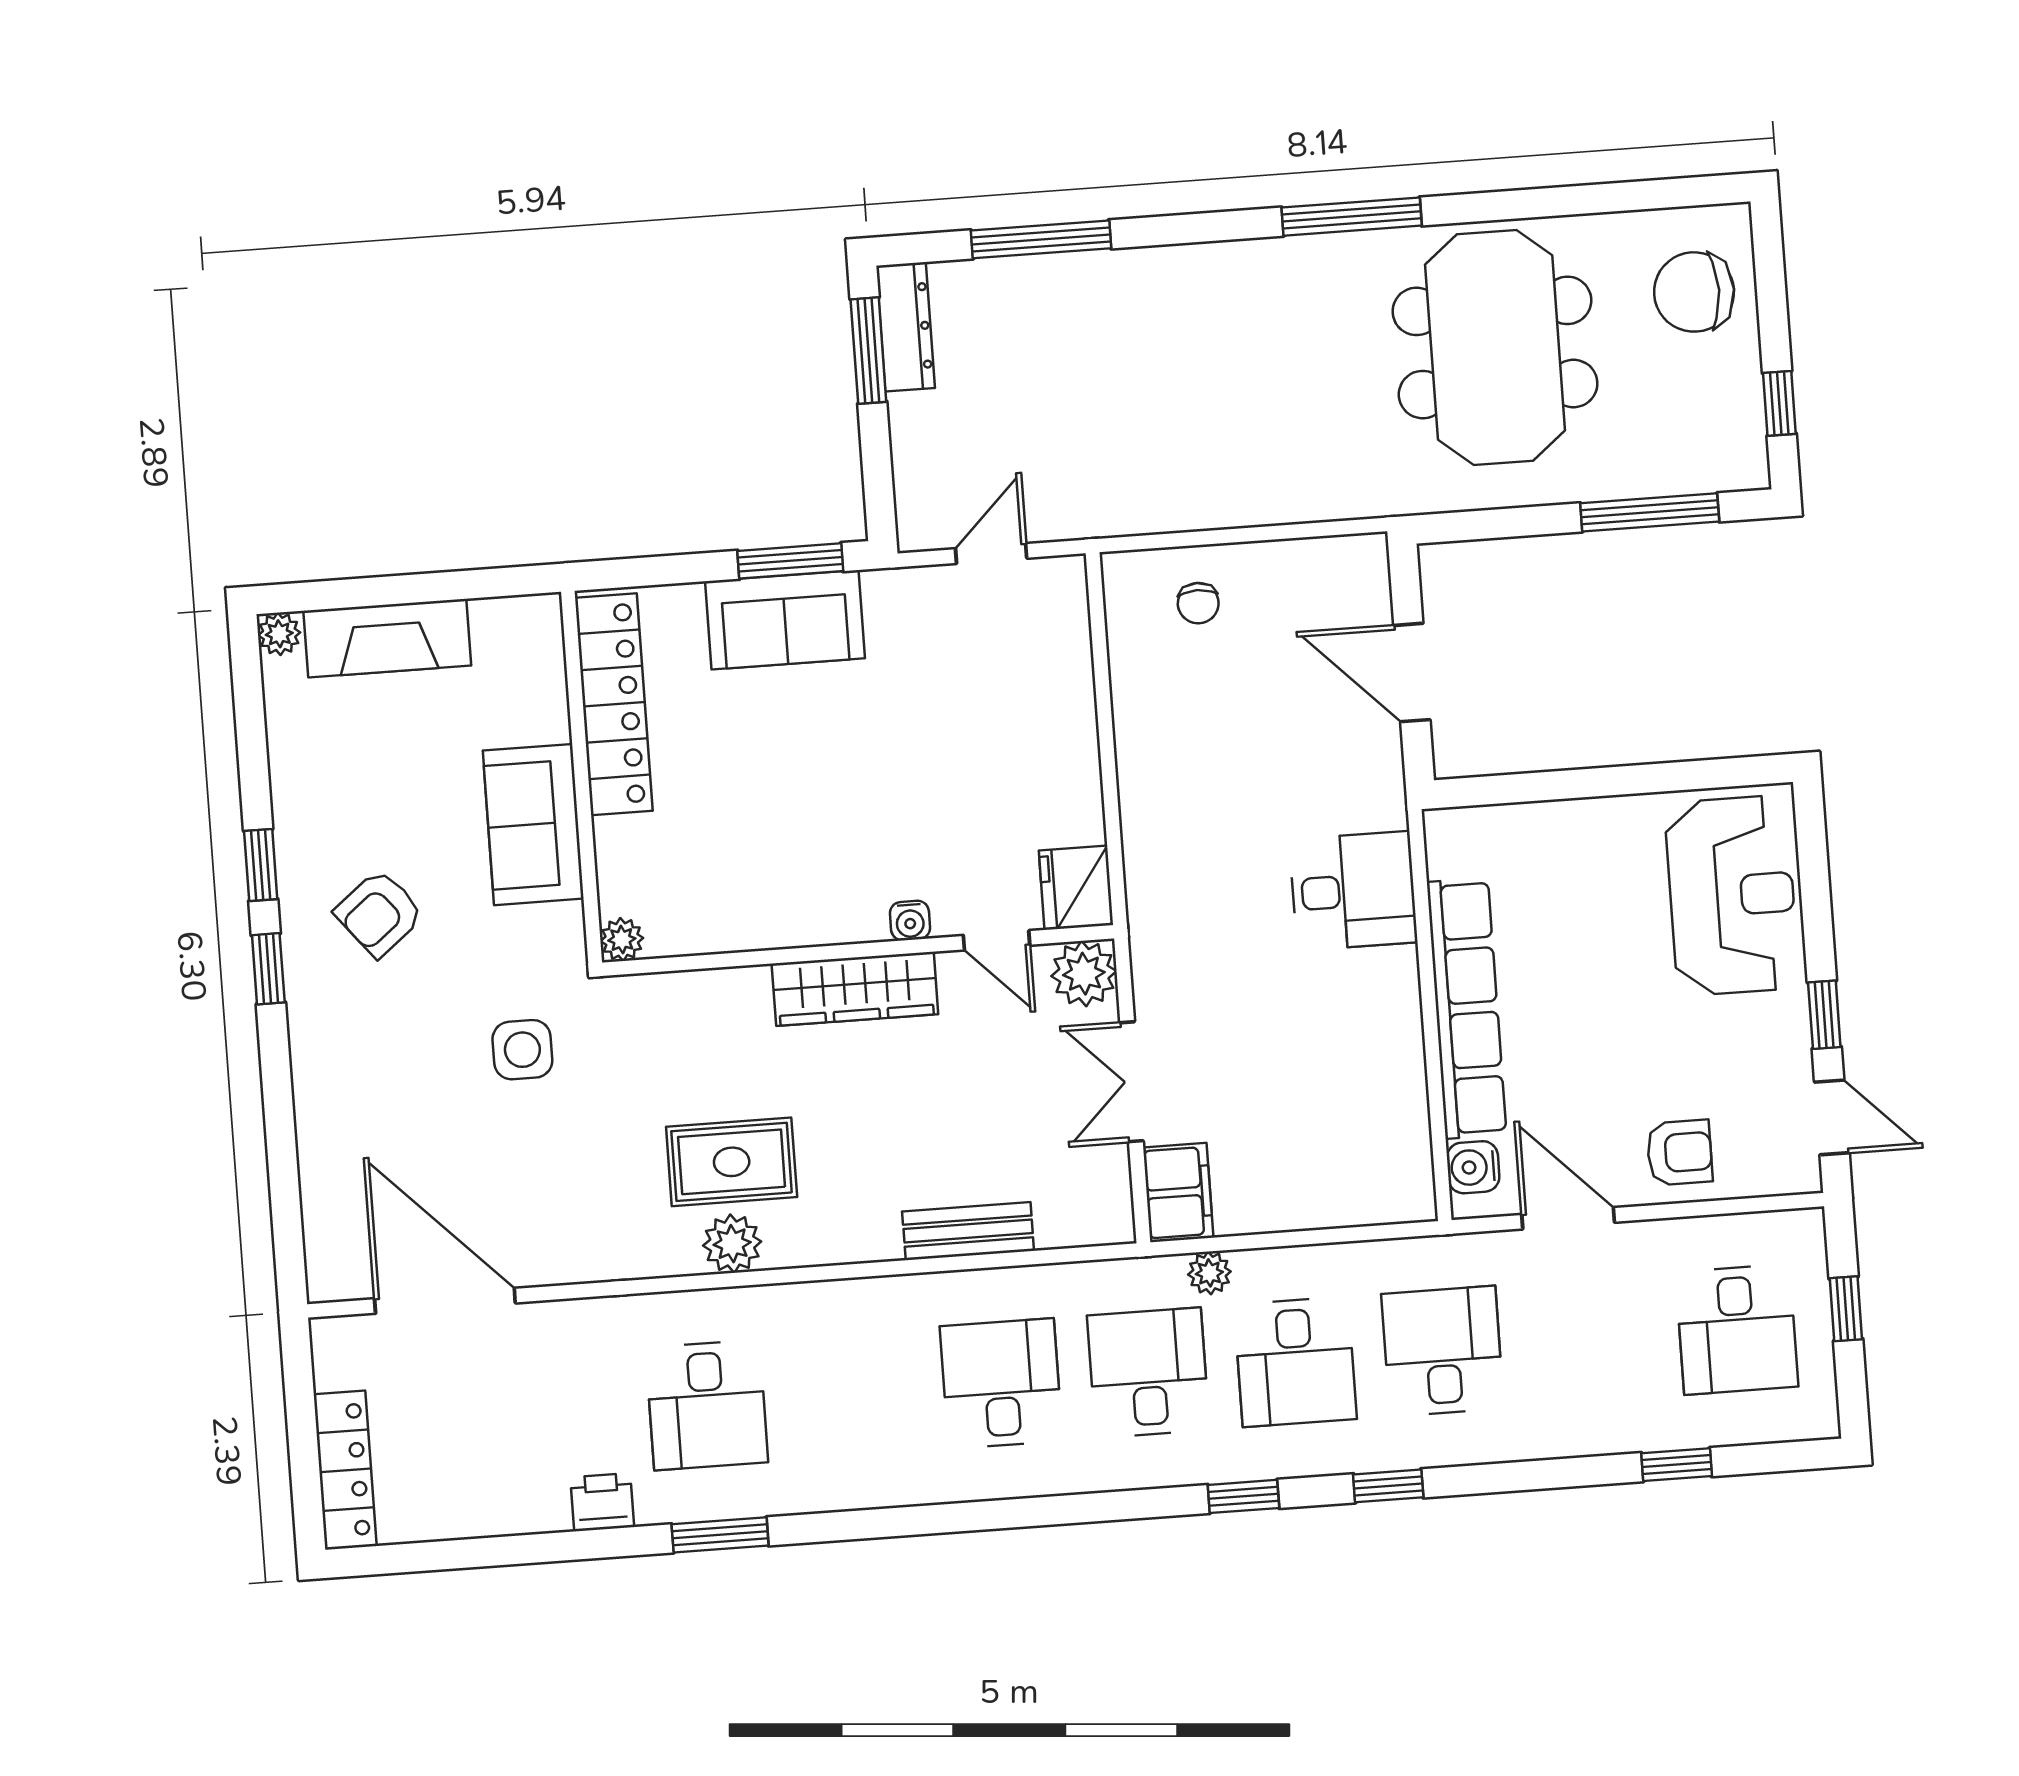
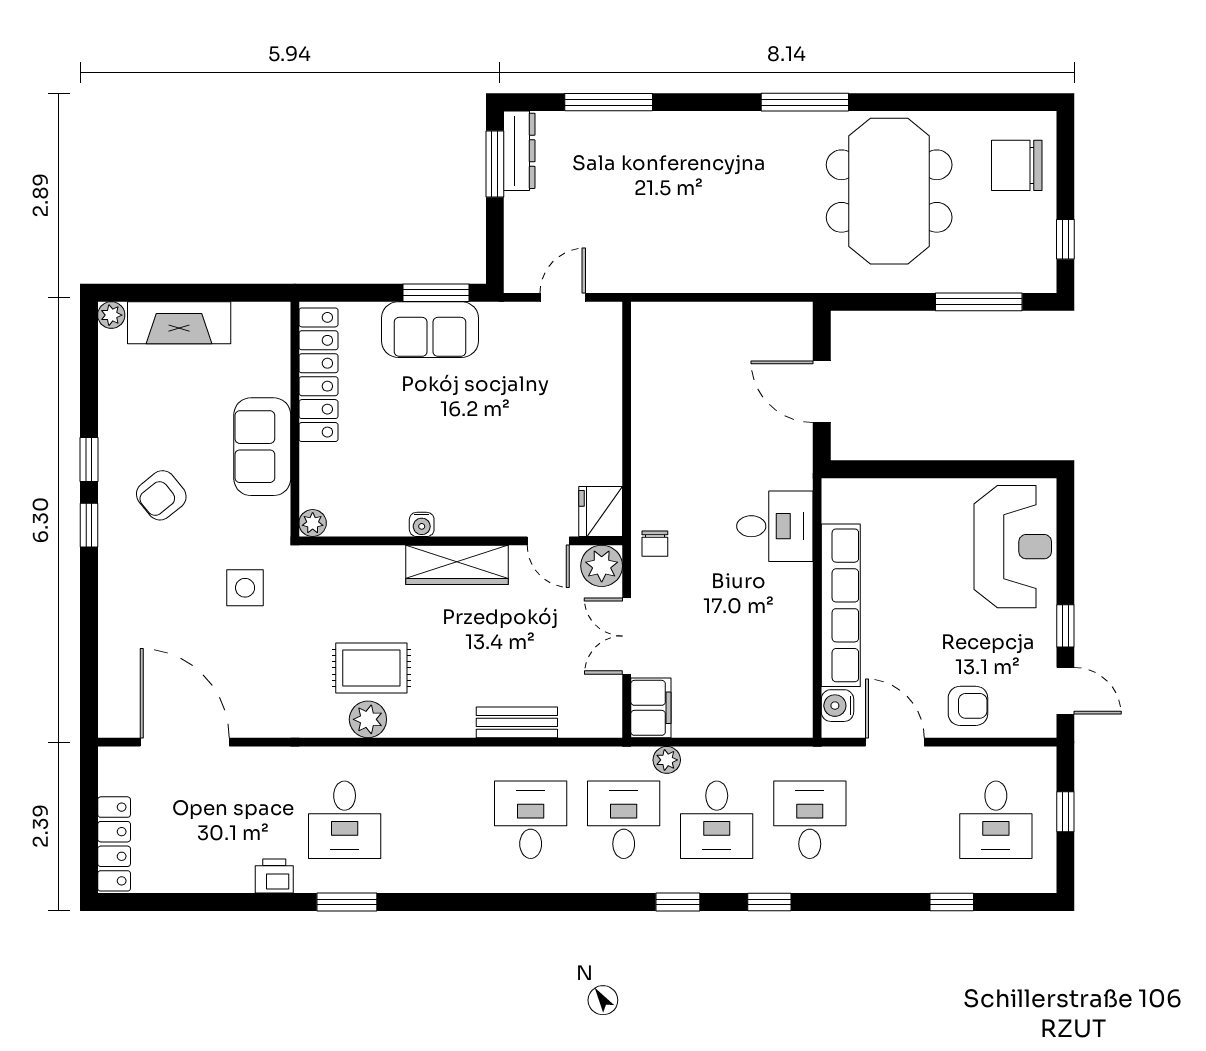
chair: (1198, 603) -> (655, 544), moved
water cooler: (910, 921) -> (422, 524), moved

